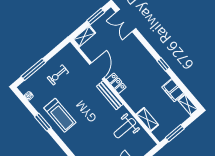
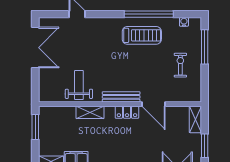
treadmill: (60, 115) -> (142, 35), turned 180
shelving: (147, 120) -> (90, 112), moved
window: (43, 122) -> (149, 14), width x2.11

